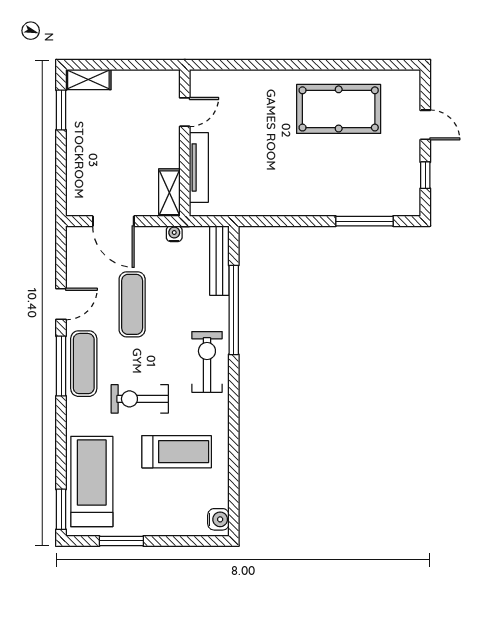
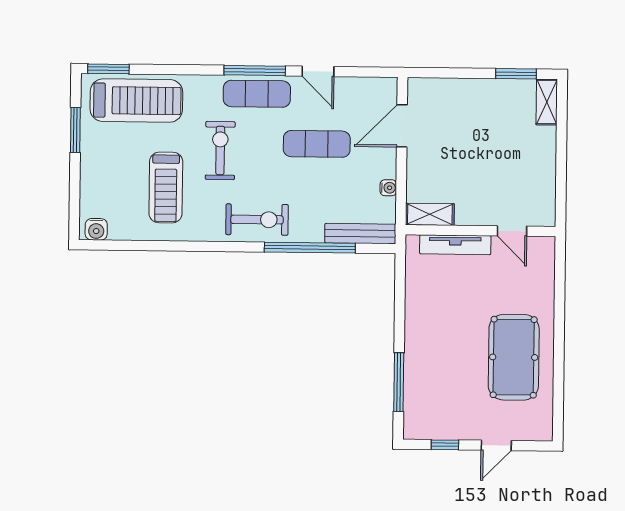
door: (185, 112) -> (512, 231), moved
wall: (185, 143) -> (480, 231), moved
tv unit: (199, 167) -> (455, 245), moved
shelving: (169, 193) -> (430, 214), moved

